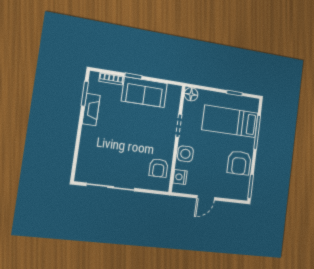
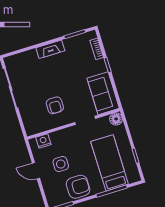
sofa: (144, 92) -> (103, 93), moved
fireplace: (91, 110) -> (50, 49), moved
side table: (185, 154) -> (61, 164), moved
armchair: (239, 163) -> (78, 187), turned 180
armchair: (159, 168) -> (55, 105), moved, turned -90

